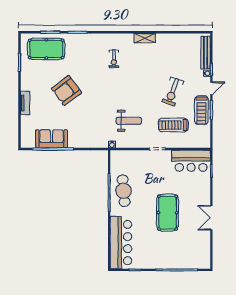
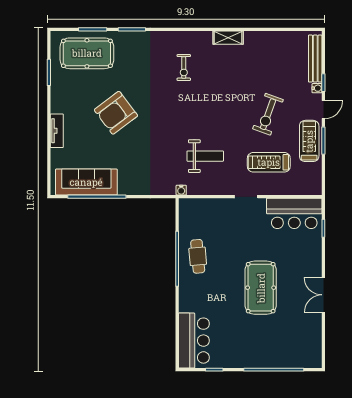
treadmill: (201, 110) -> (309, 141), turned 180
sofa: (51, 139) -> (86, 182), width x1.36
cafe table: (124, 191) -> (198, 256), width x0.73, depth x0.74
bar counter: (121, 243) -> (194, 341), width x0.73

